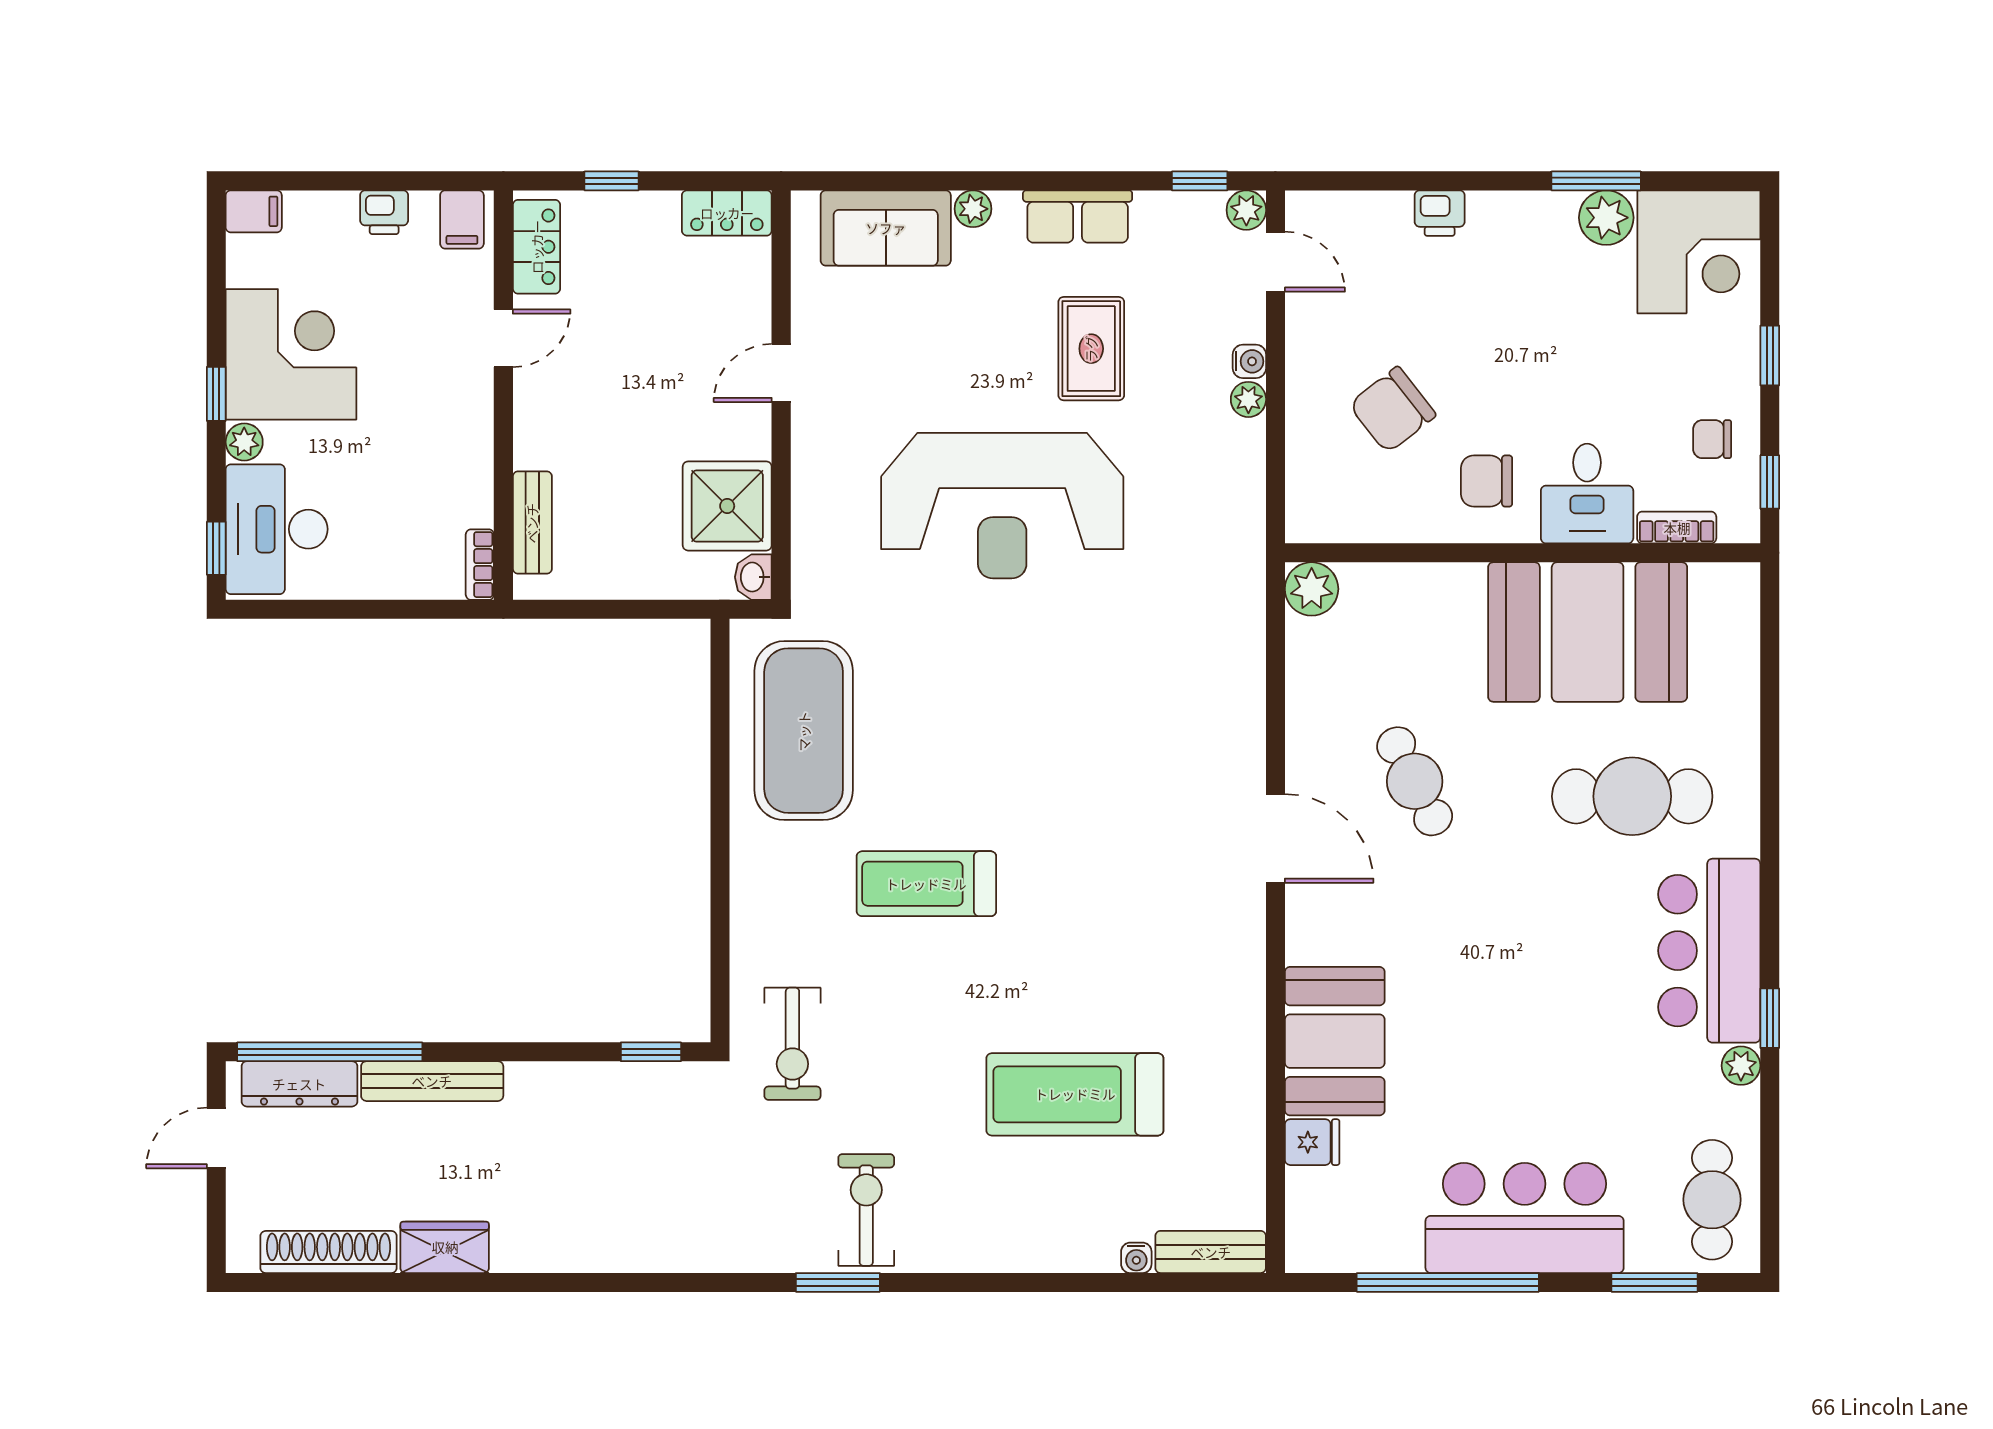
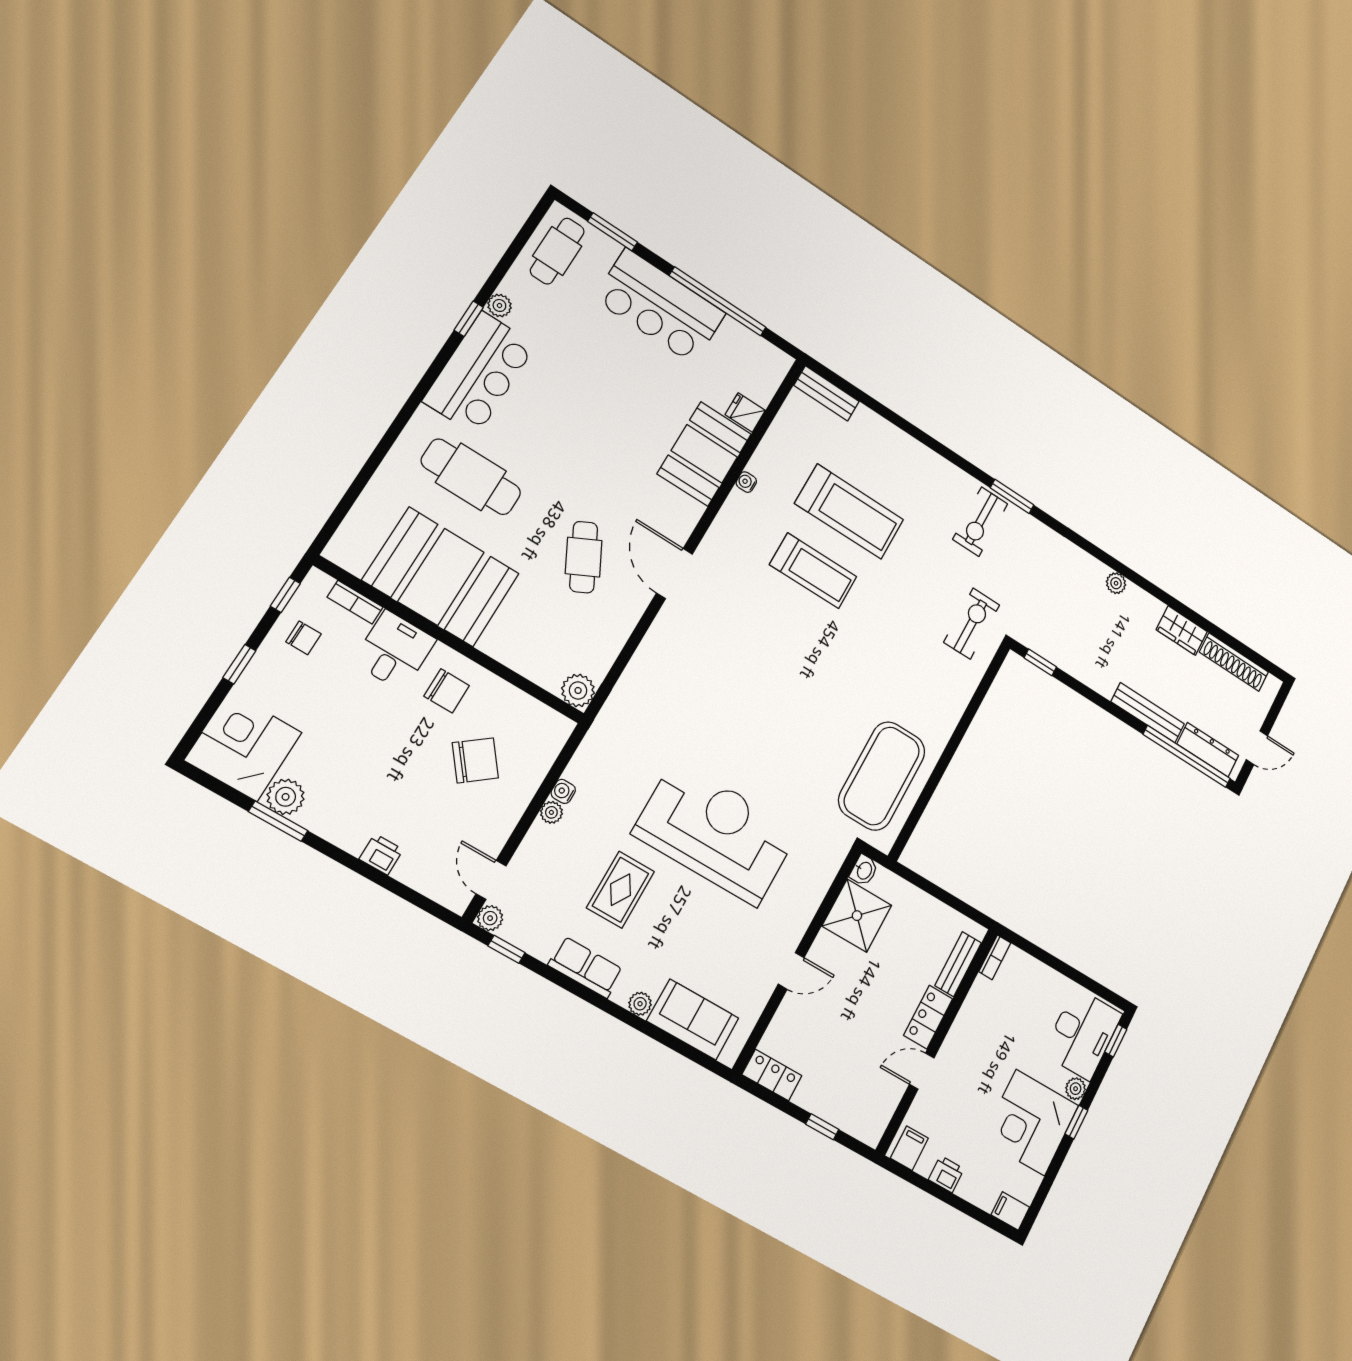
locker: (537, 247) -> (928, 1017), moved
water cooler: (1249, 361) -> (563, 791), moved
treadmill: (926, 884) -> (813, 571), moved
plant: (595, 1254) -> (1116, 583), added
water cooler: (1136, 1258) -> (746, 482), moved, turned -90

